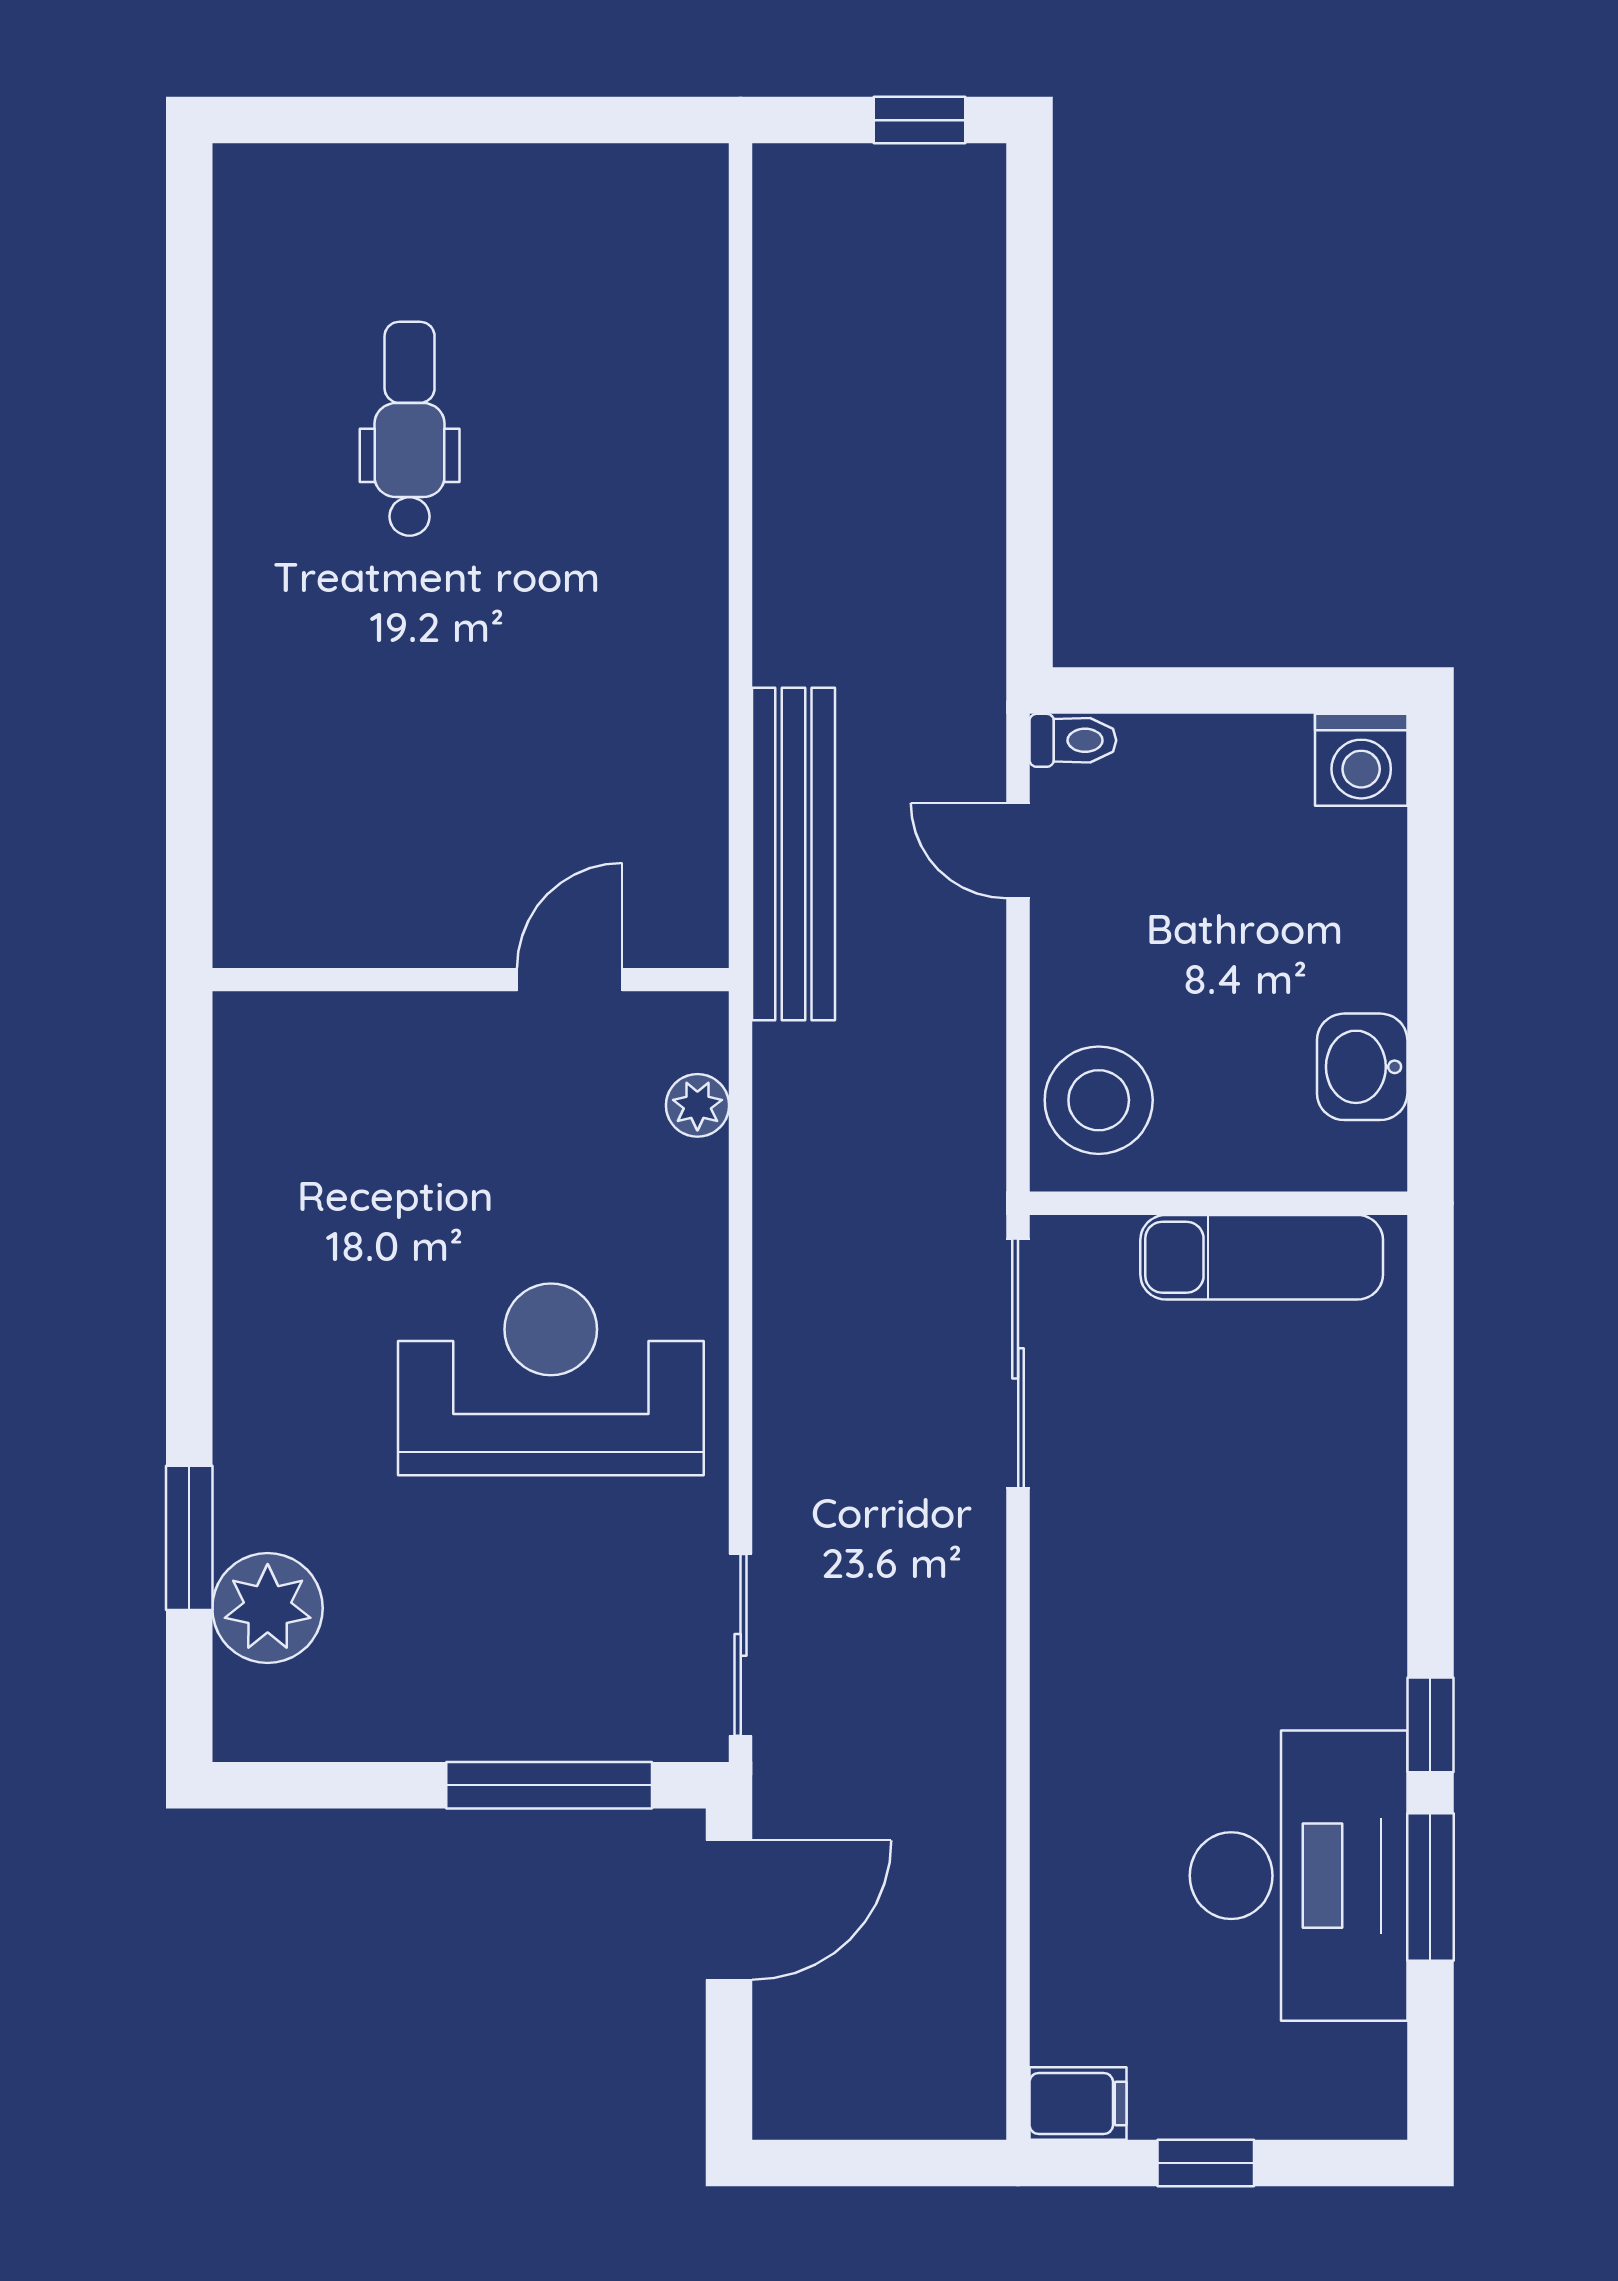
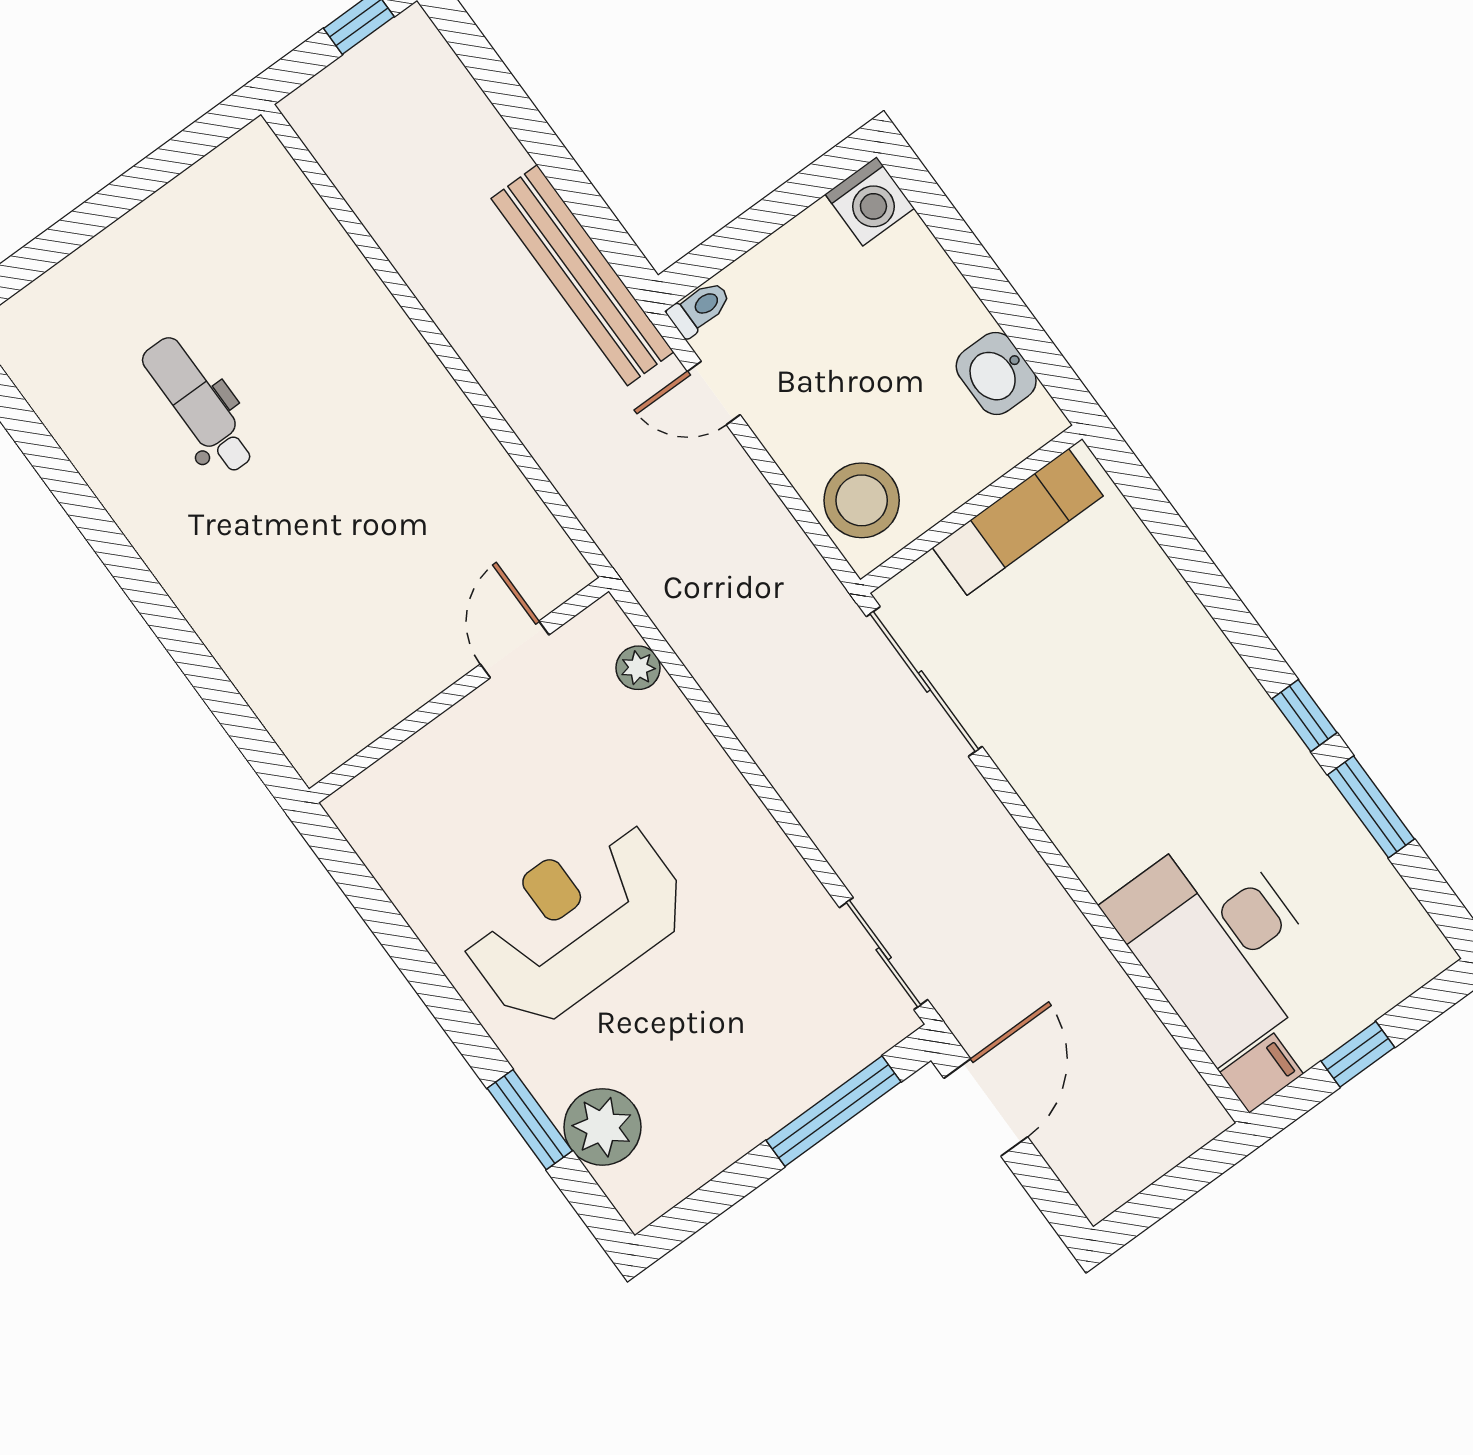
bench: (793, 854) -> (582, 275), moved
reception desk: (551, 1379) -> (575, 921), moved
desk: (1299, 1876) -> (1218, 943), moved, turned 180

